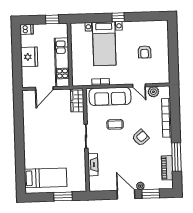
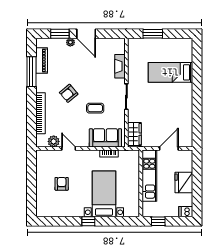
sofa: (110, 96) -> (105, 138), width x0.73
bed: (46, 178) -> (170, 72), moved

